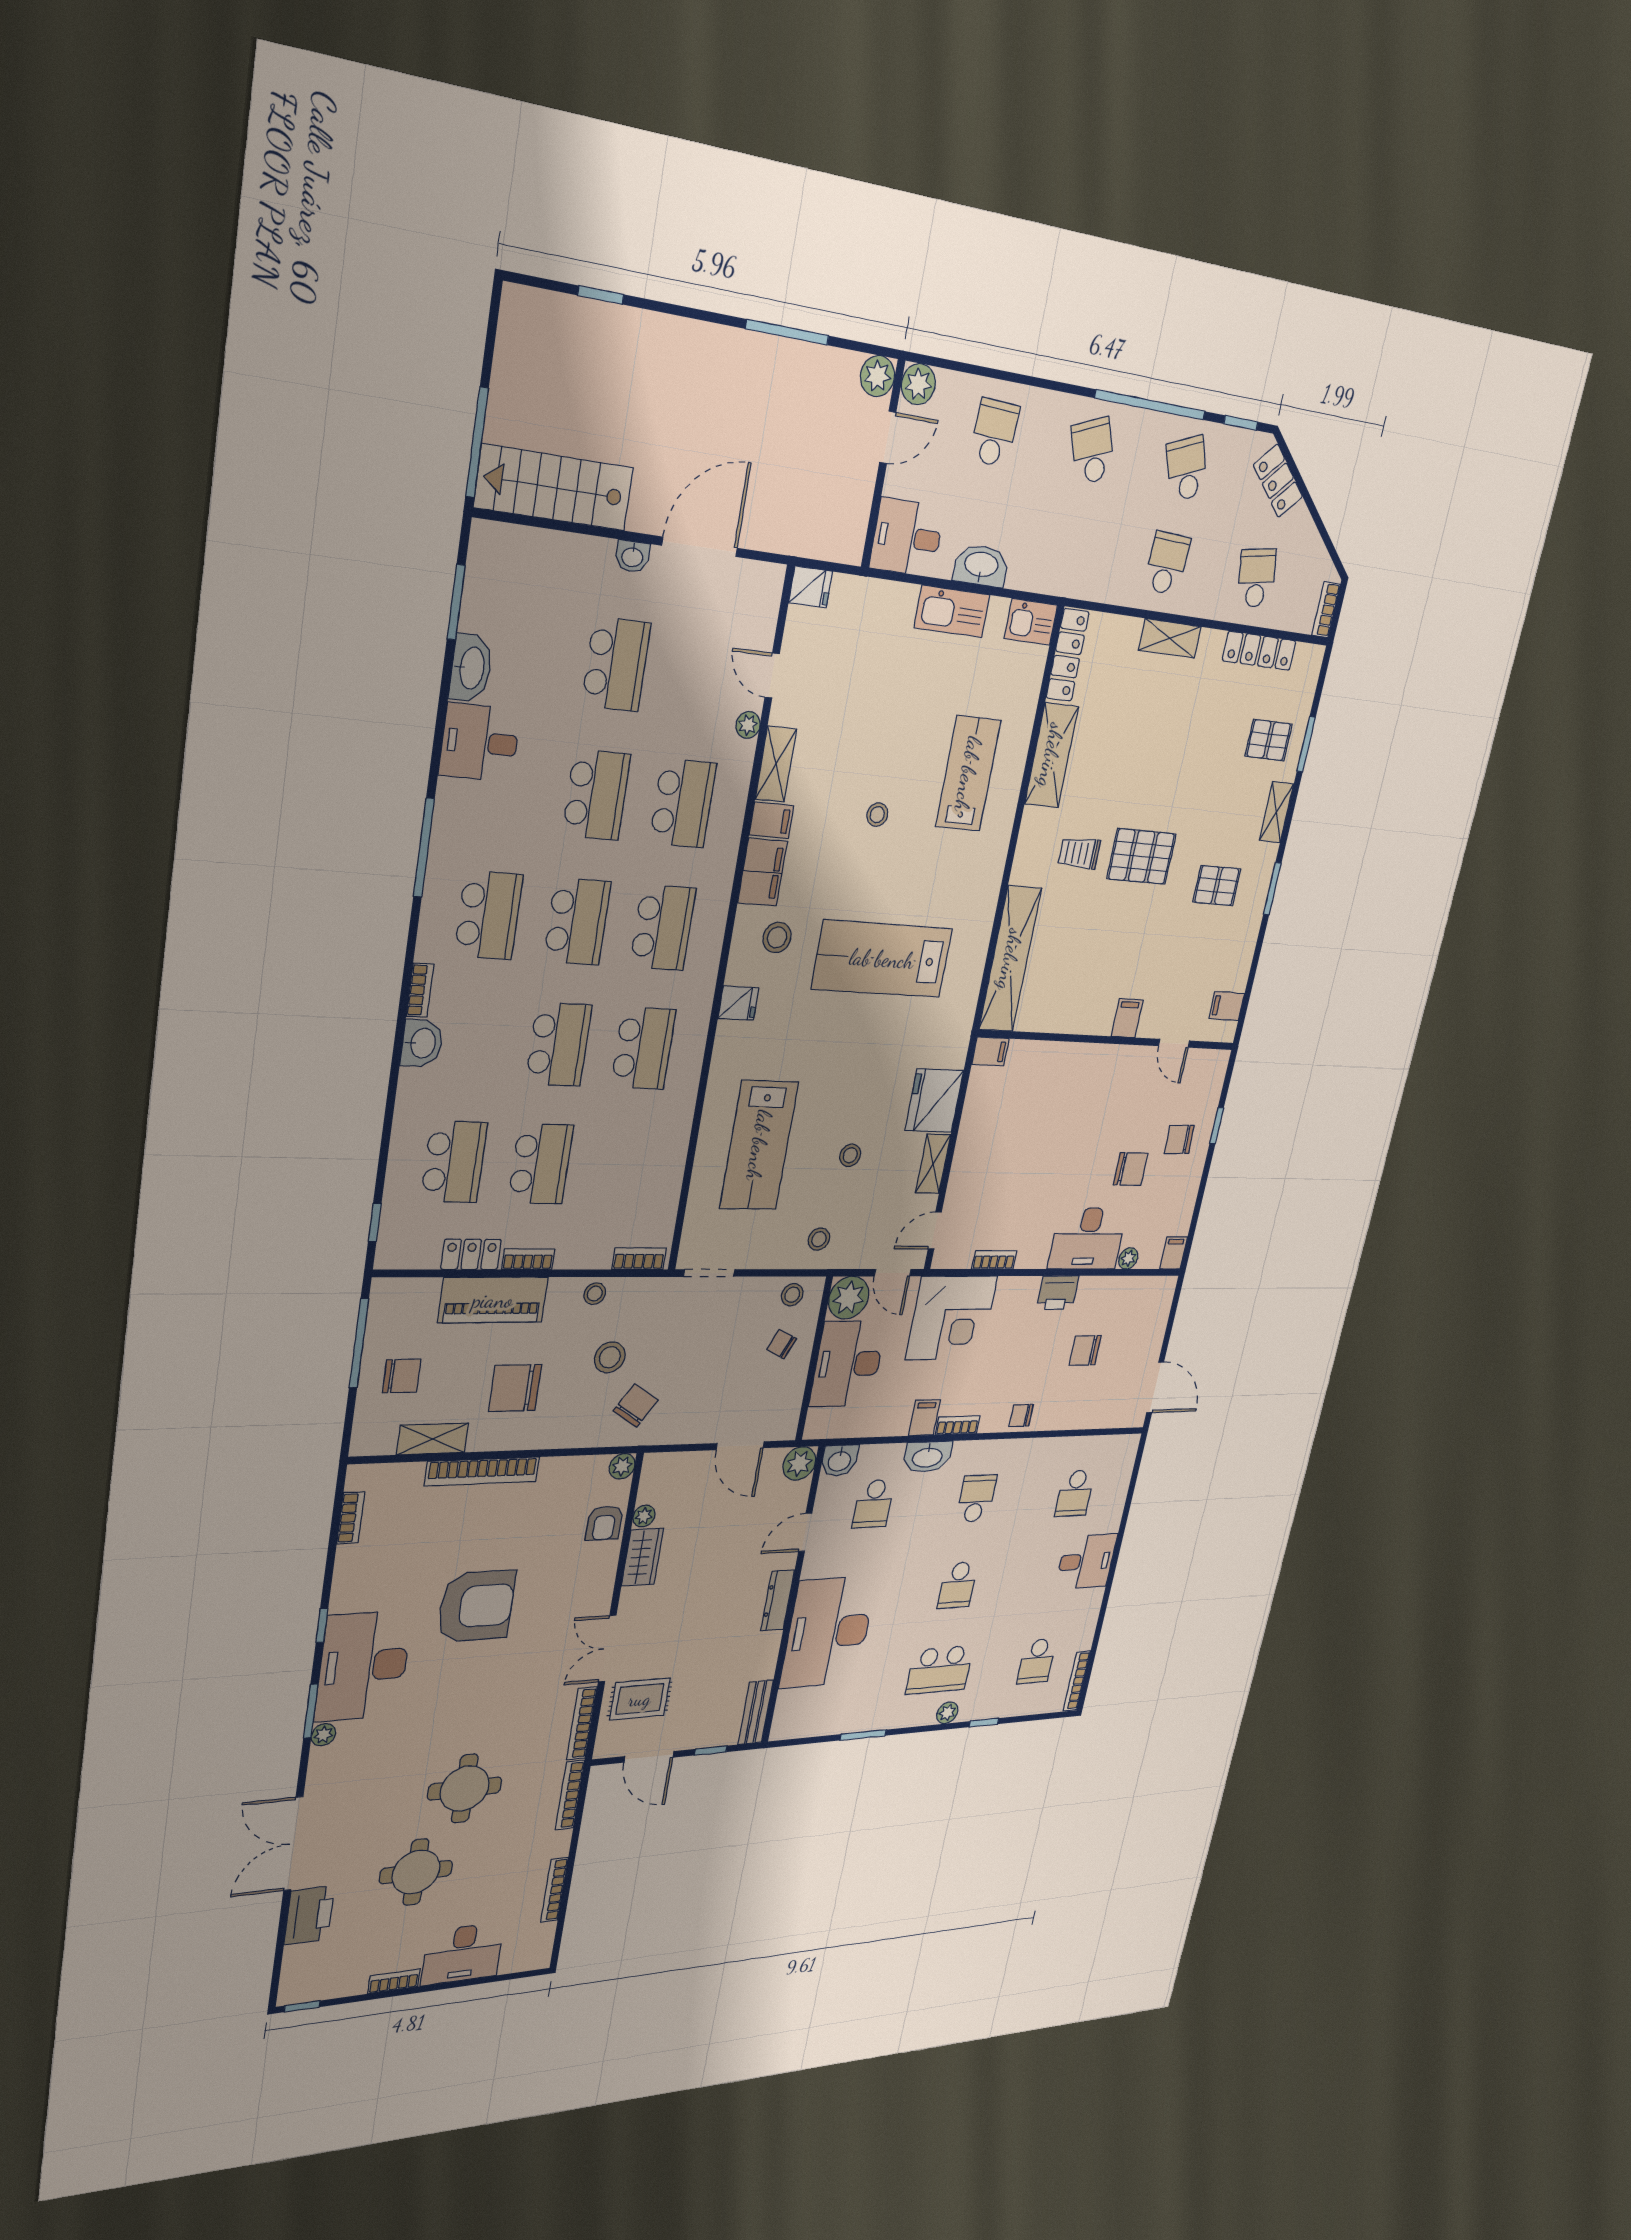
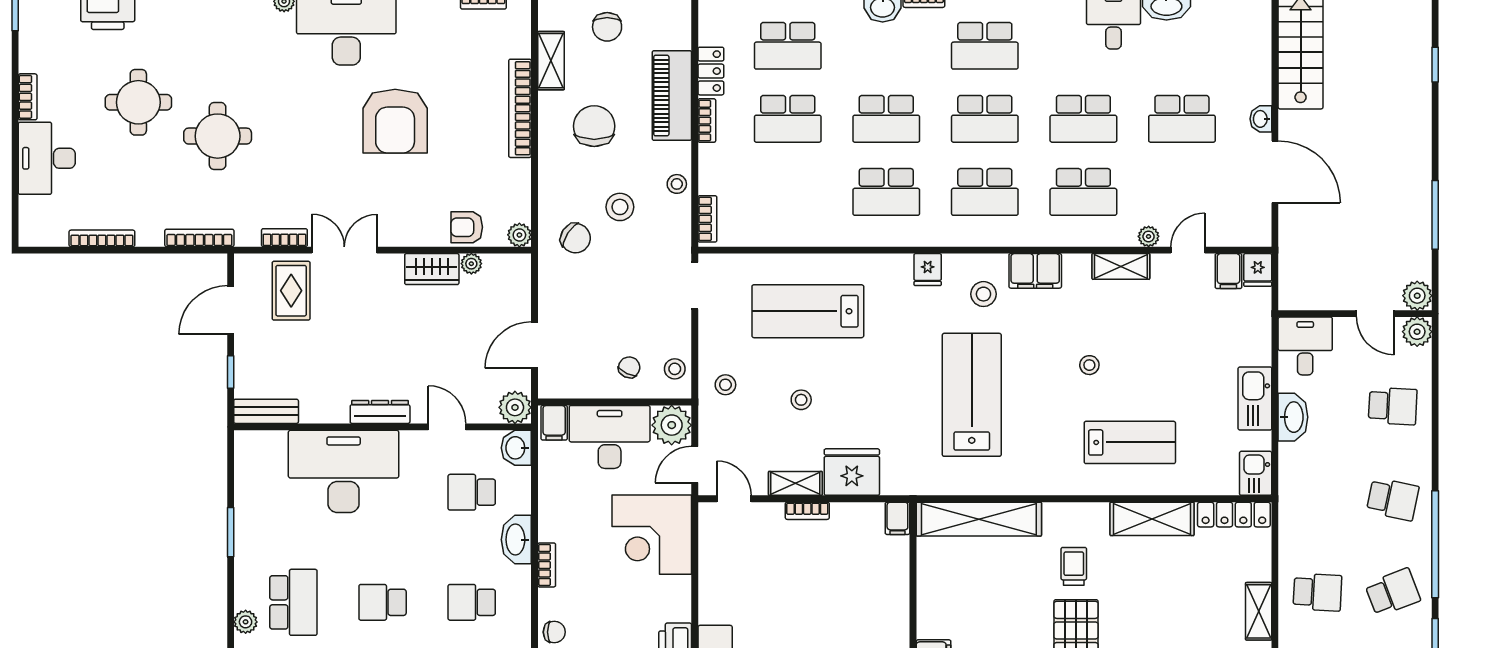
school desk: (1093, 451) -> (1393, 499), turned 33
filing cabinet: (772, 820) -> (1228, 271), moved
bookcase: (994, 1260) -> (807, 511), moved, turned 90
chair: (1021, 1415) -> (554, 632), turned 90
filing cabinet: (924, 1418) -> (554, 423), moved, turned 90
school desk: (976, 1498) -> (472, 602), turned 180
school desk: (940, 1670) -> (293, 602), turned 180
bookcase: (582, 1723) -> (284, 238), width x0.64

